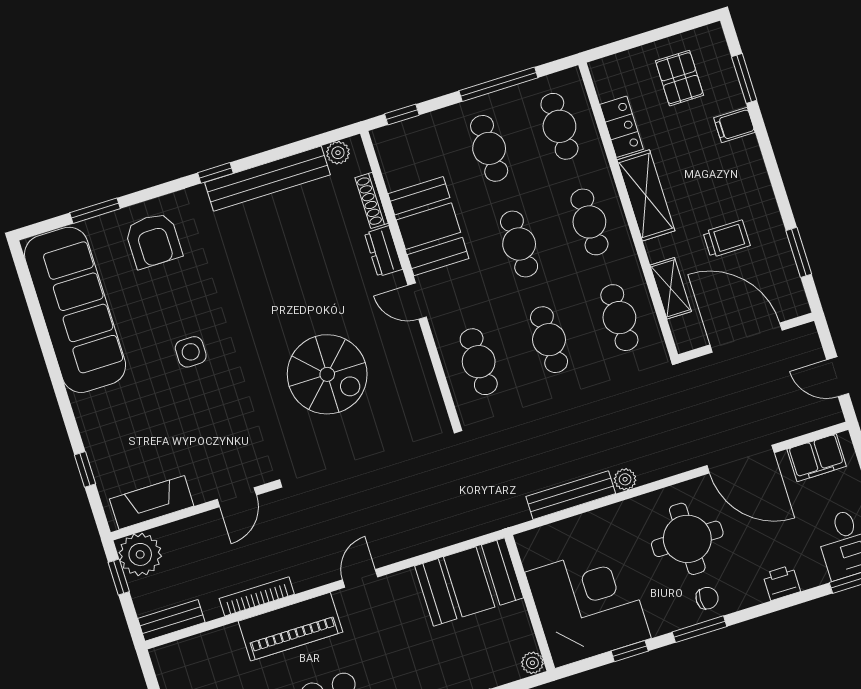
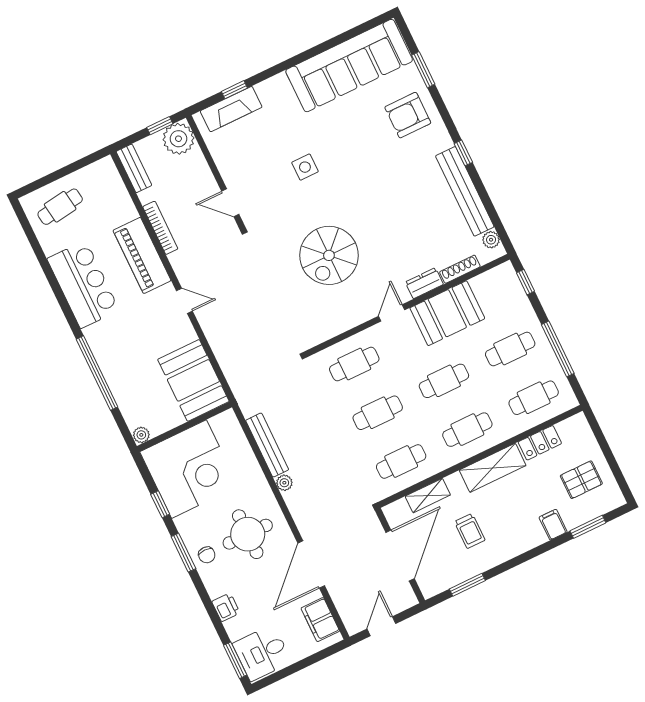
side table: (191, 352) -> (305, 167), moved
fireplace: (152, 502) -> (231, 109), moved, turned 90

